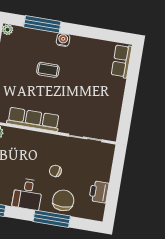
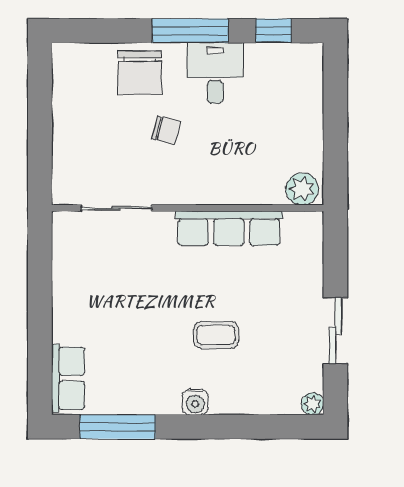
window: (42, 24) -> (118, 427), moved
printer: (99, 192) -> (69, 102), removed
window: (52, 219) -> (190, 31), moved

